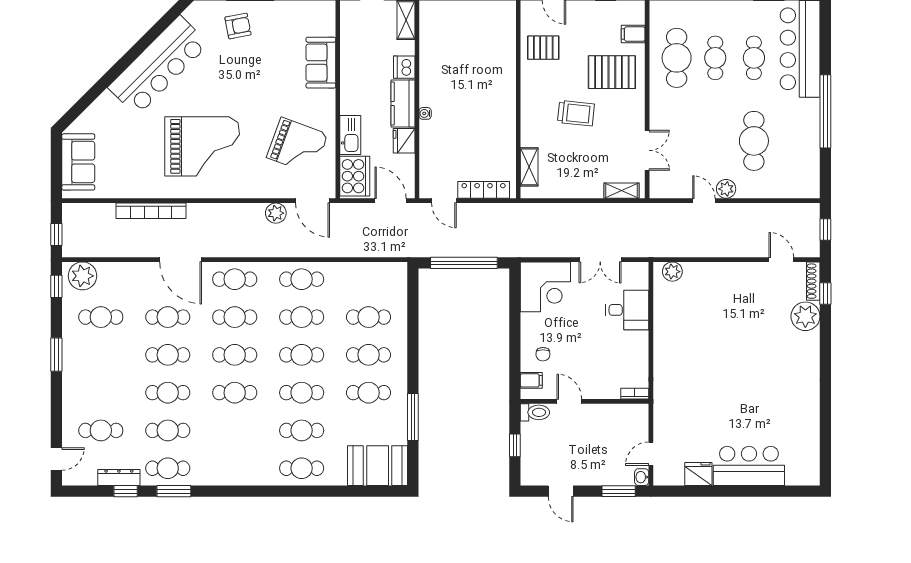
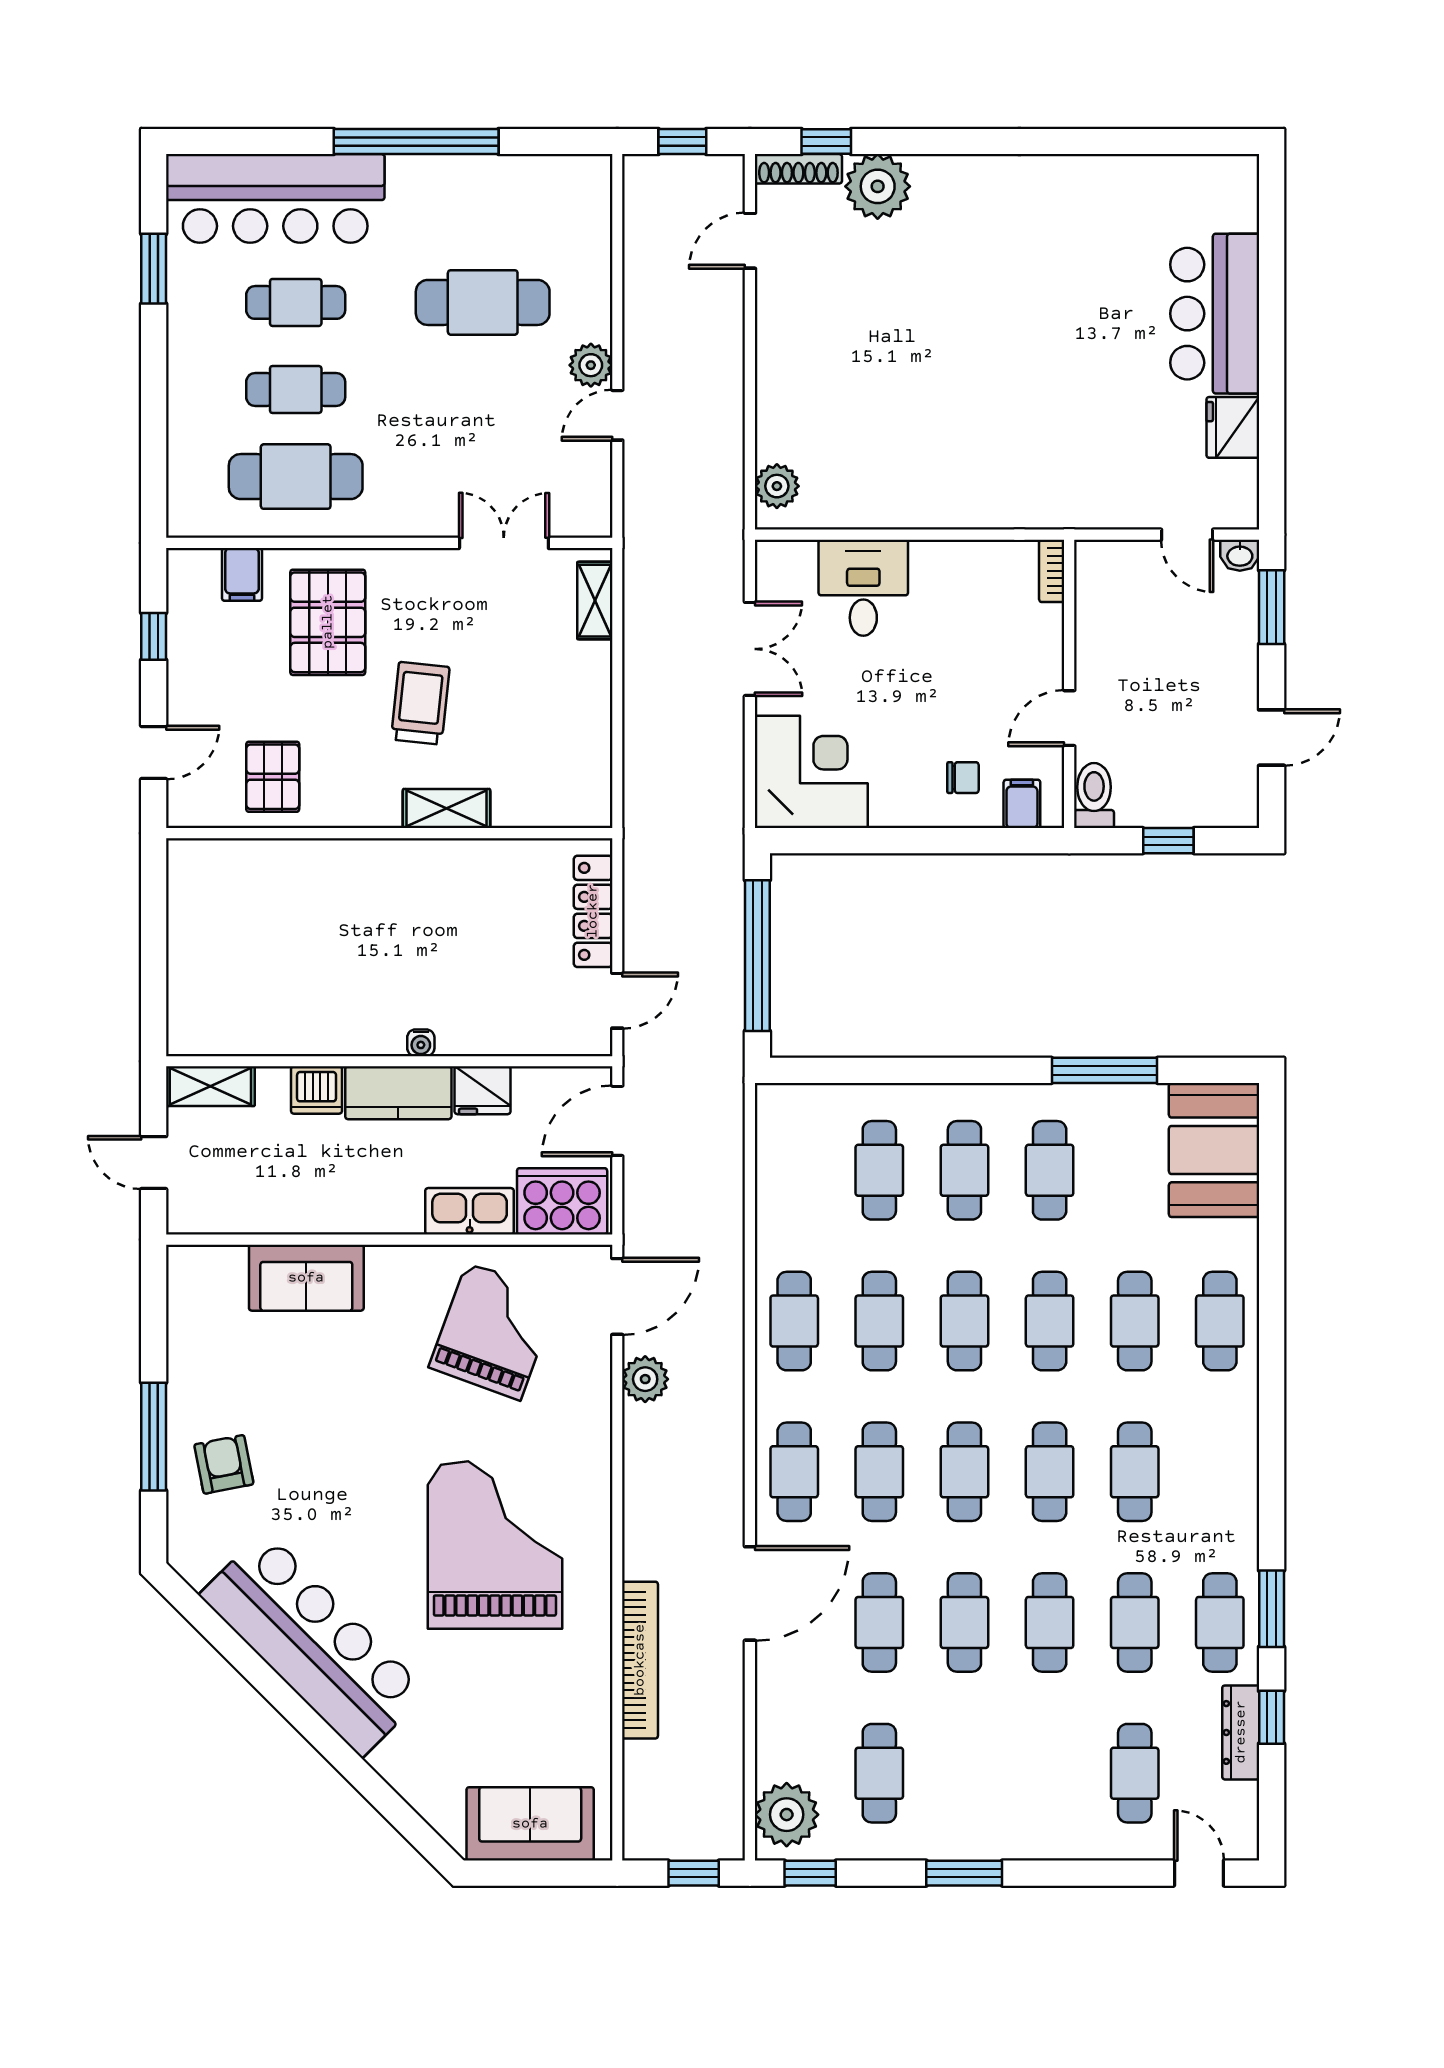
shelving: (529, 167) -> (446, 809), moved
cafe table: (235, 430) -> (1135, 1472), added

